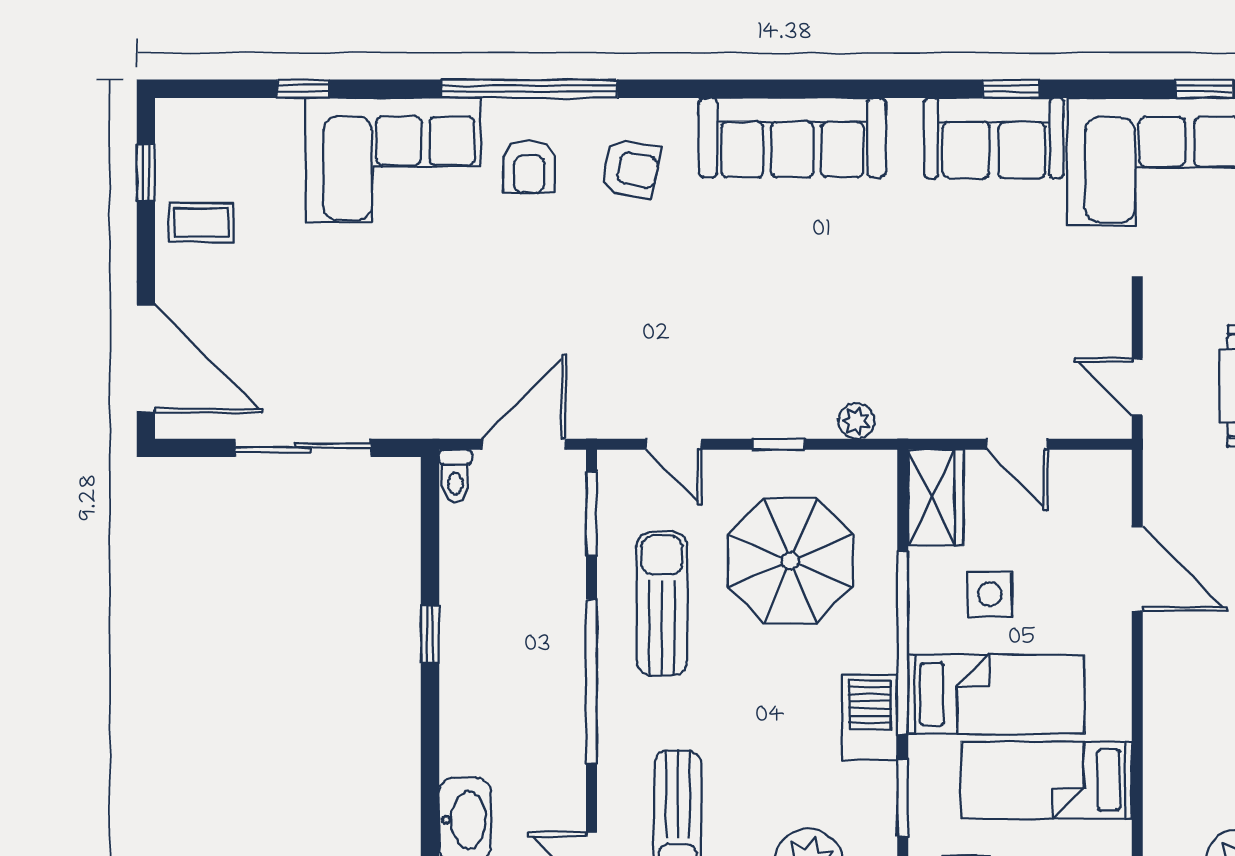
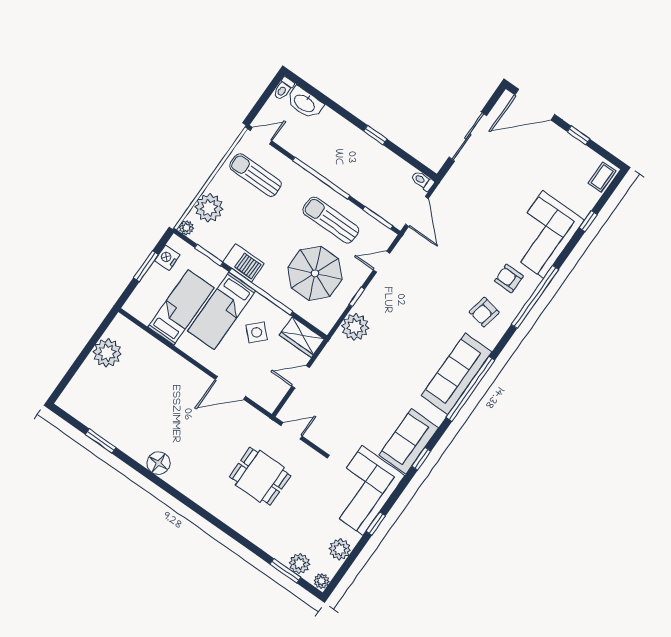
window: (803, 89) -> (470, 389), added
window: (146, 173) -> (579, 135), moved
coffee table: (201, 222) -> (602, 177), moved
plant: (856, 421) -> (355, 327), width x1.87, depth x1.87
side table: (990, 594) -> (257, 332), turned 45
sun lounger: (662, 604) -> (331, 220), turned 180

